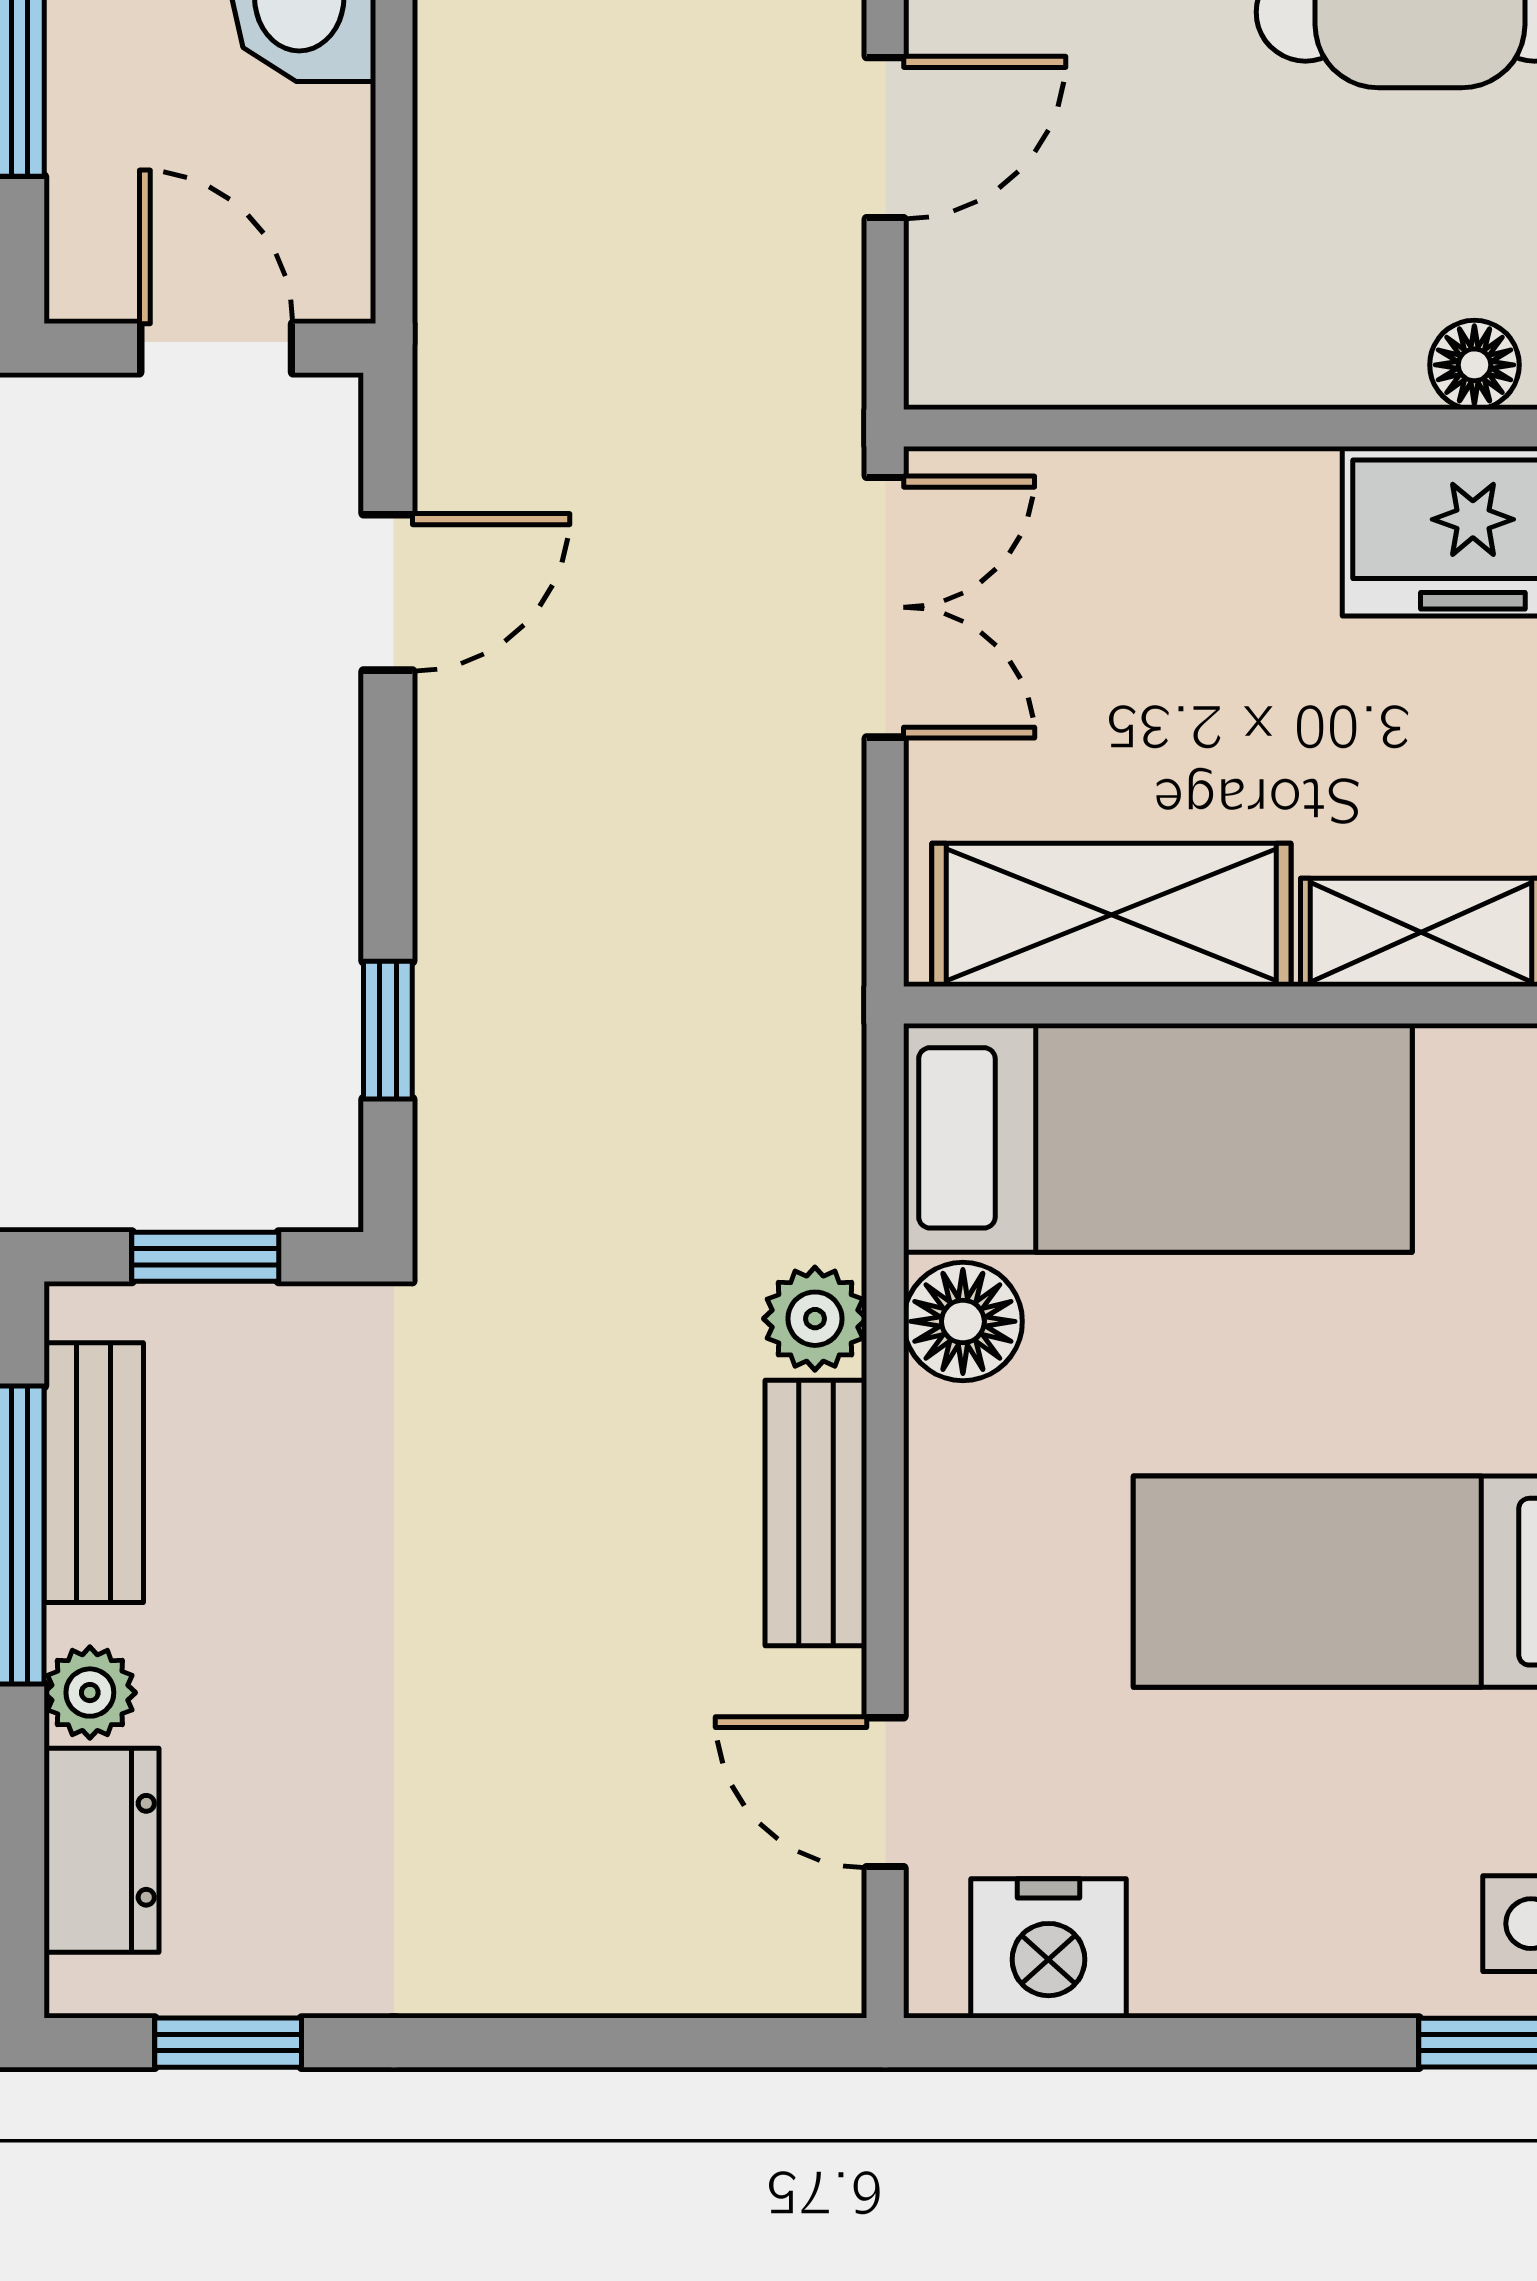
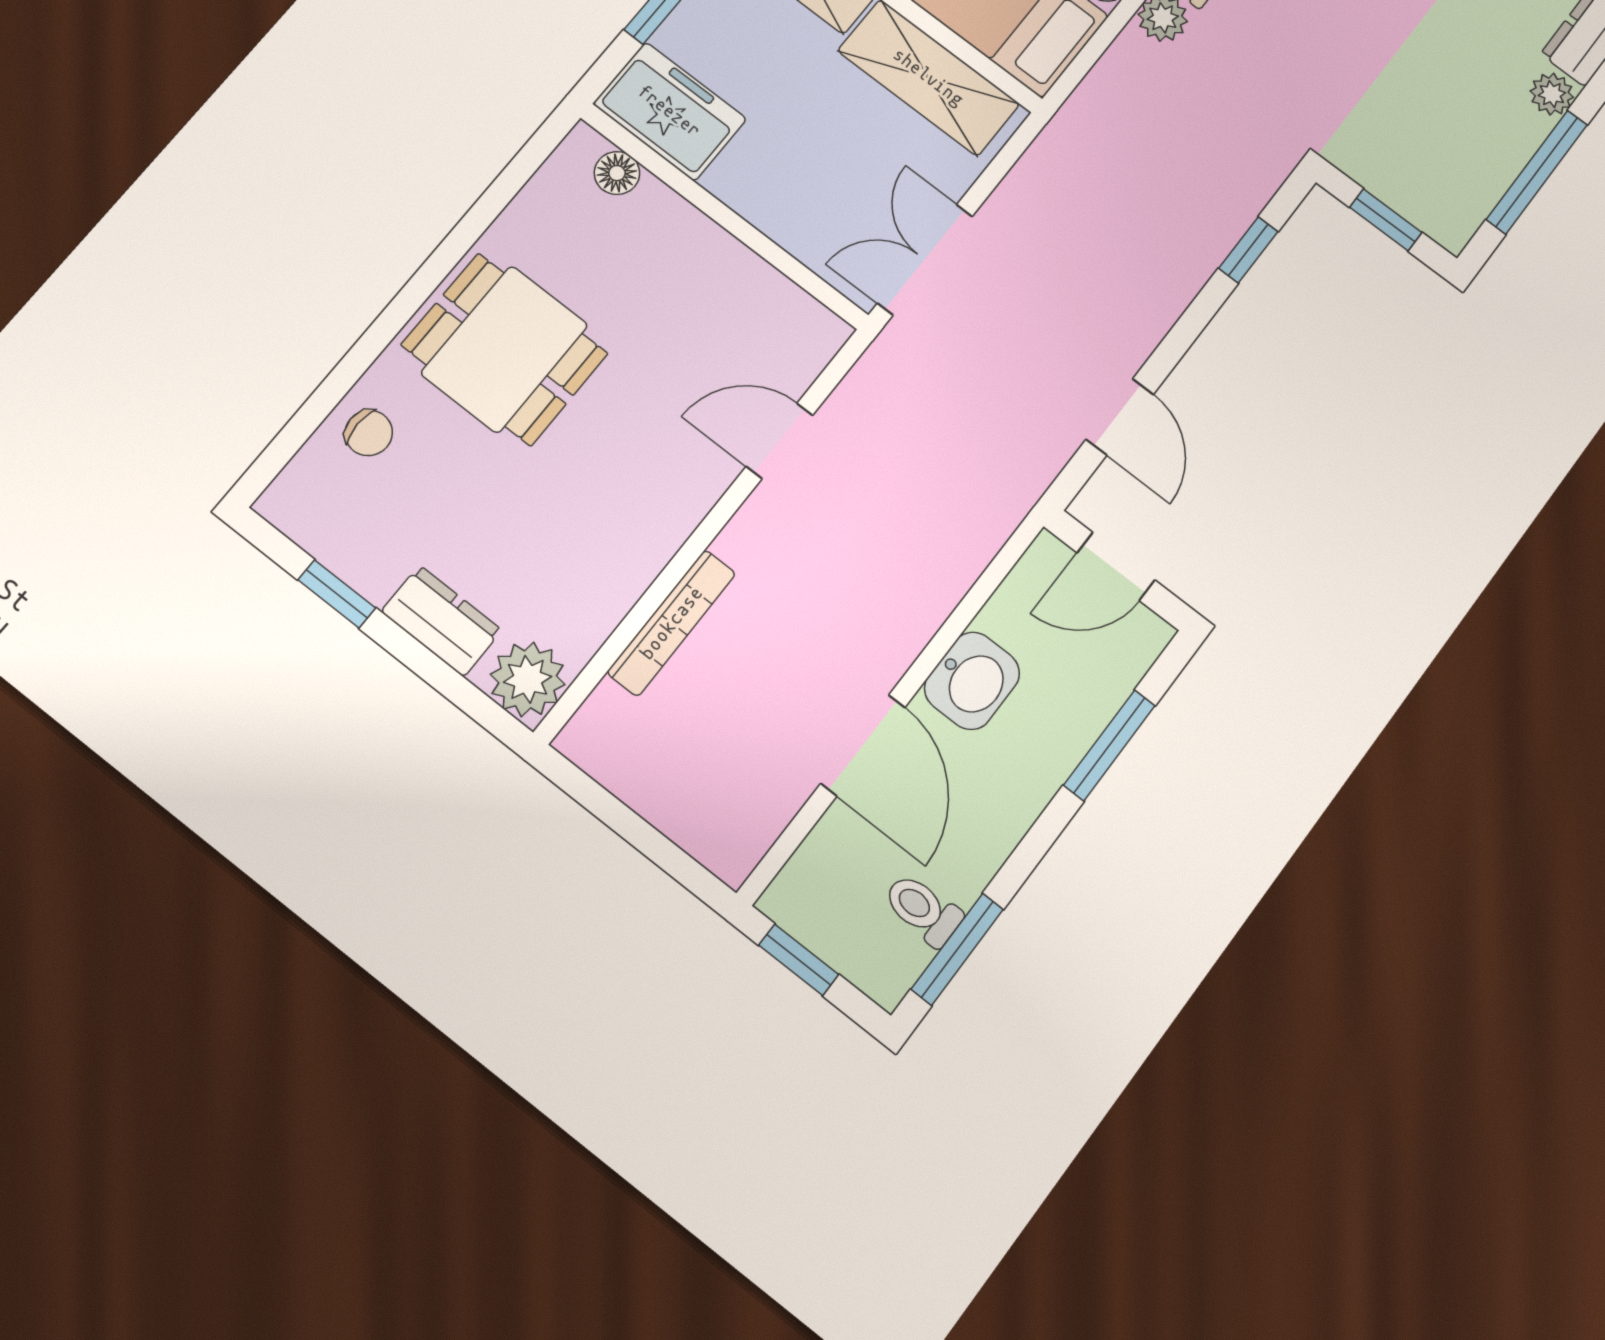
door: (216, 348) -> (1116, 566), hinge flipped
door: (388, 592) -> (1120, 417), swing flipped
bench: (94, 1473) -> (1490, 173), removed

